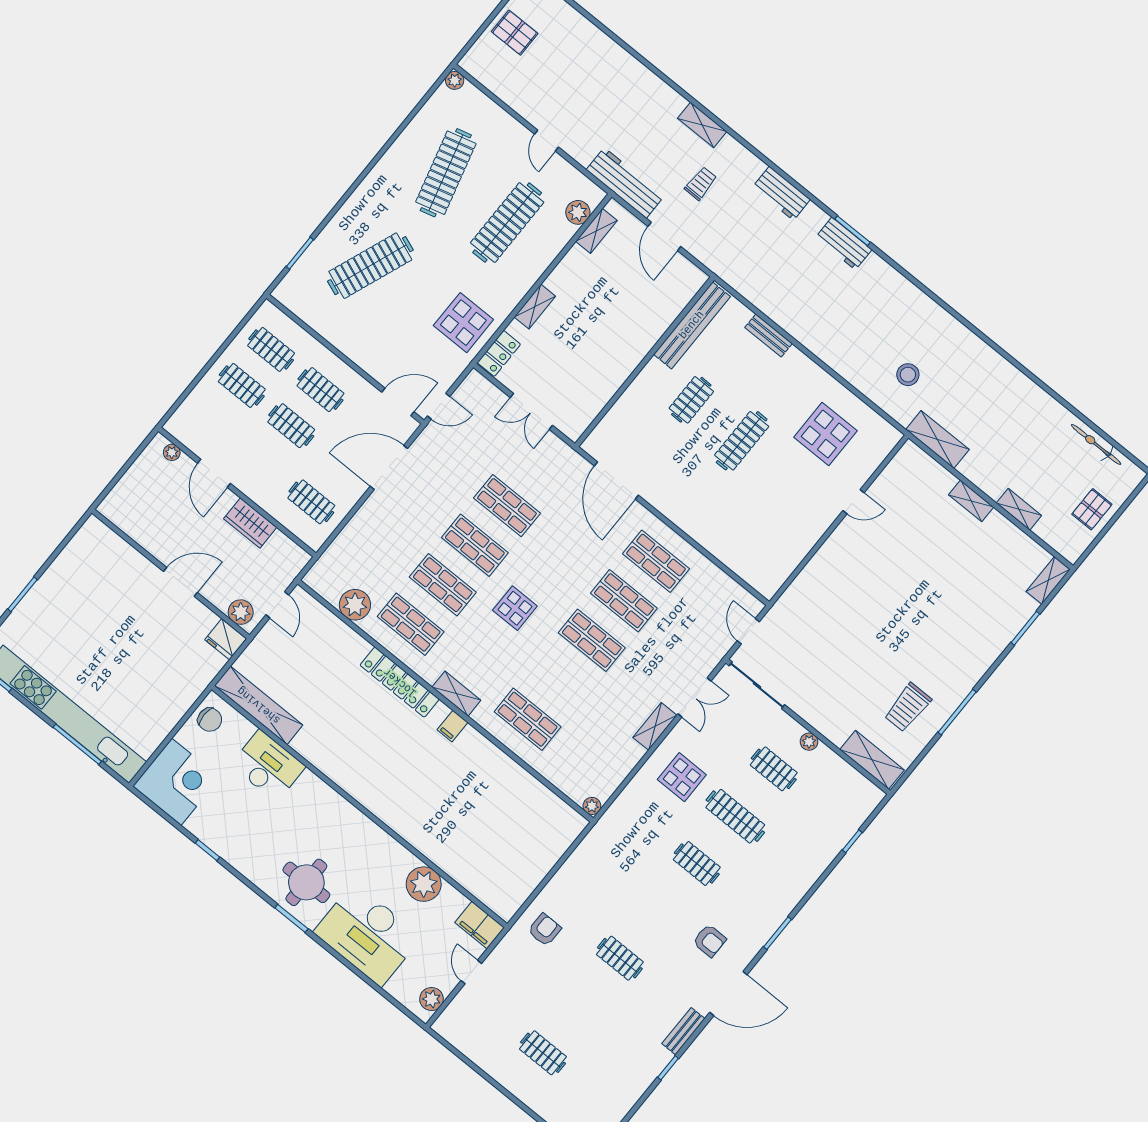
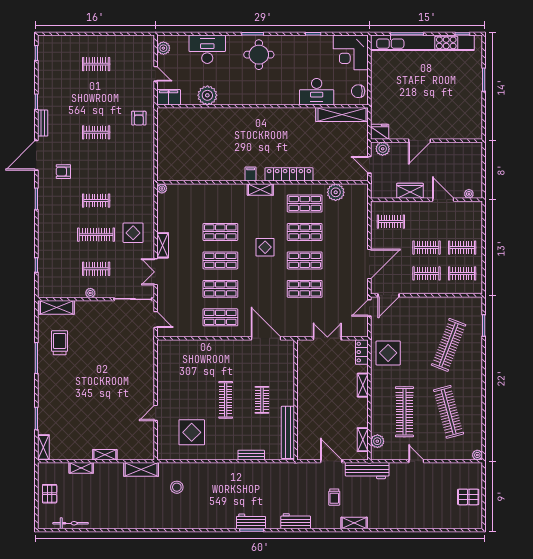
shop shelf: (528, 719) -> (220, 232), moved
desk: (368, 935) -> (207, 49), width x0.73, depth x0.77

